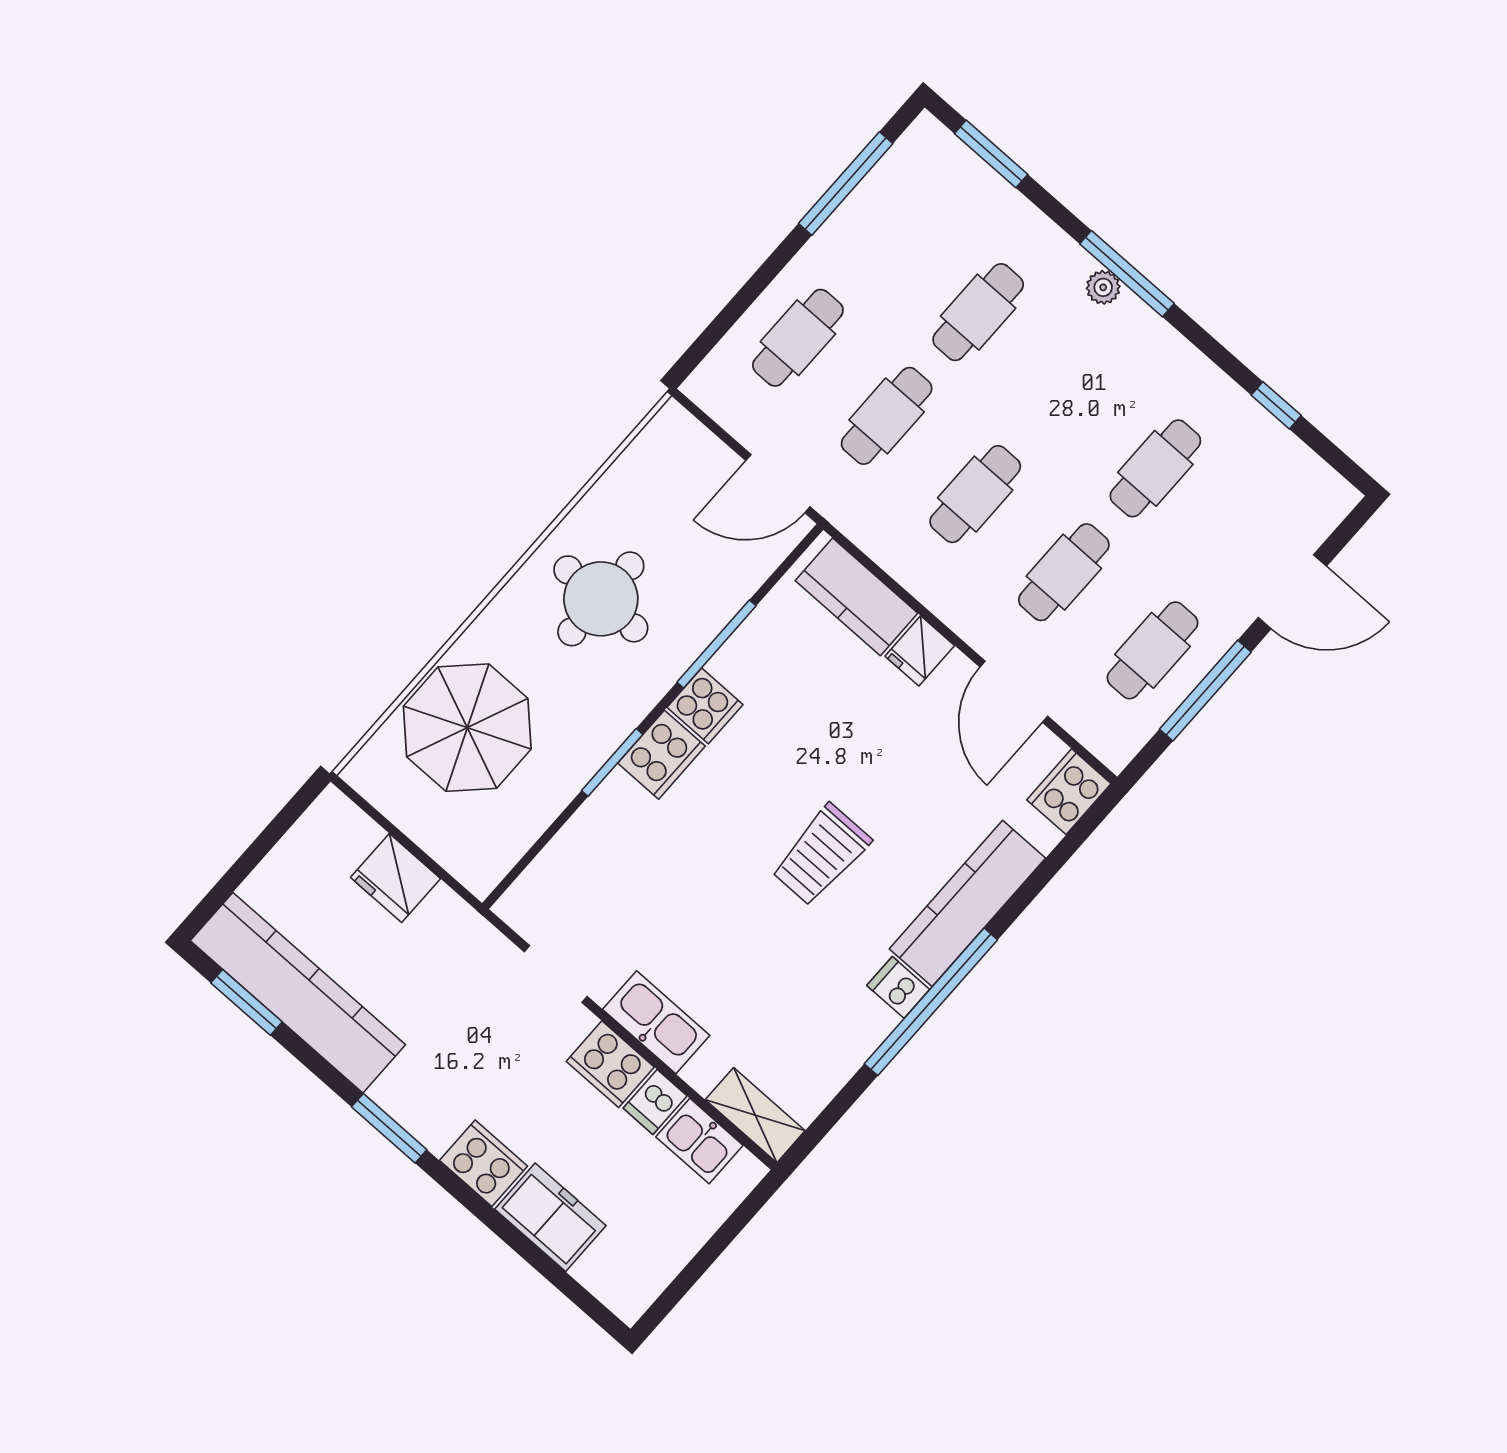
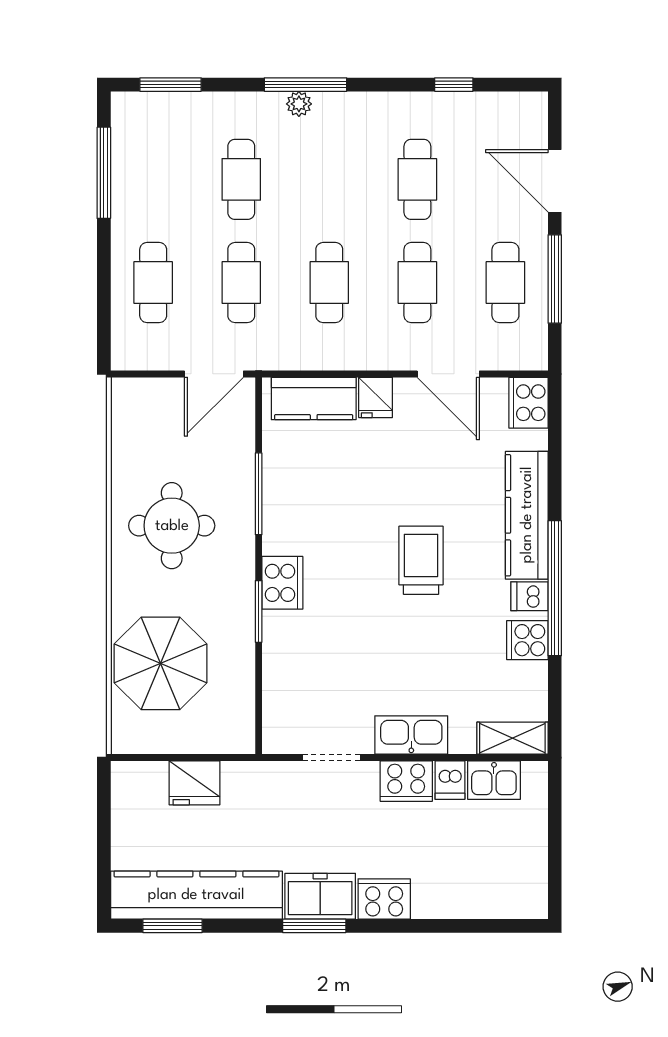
door: (1292, 592) -> (555, 181), swing flipped
cooker: (705, 706) -> (527, 640), moved, turned 180
trolley: (821, 855) -> (421, 560), turned 180
freezer: (550, 1217) -> (320, 896), moved

